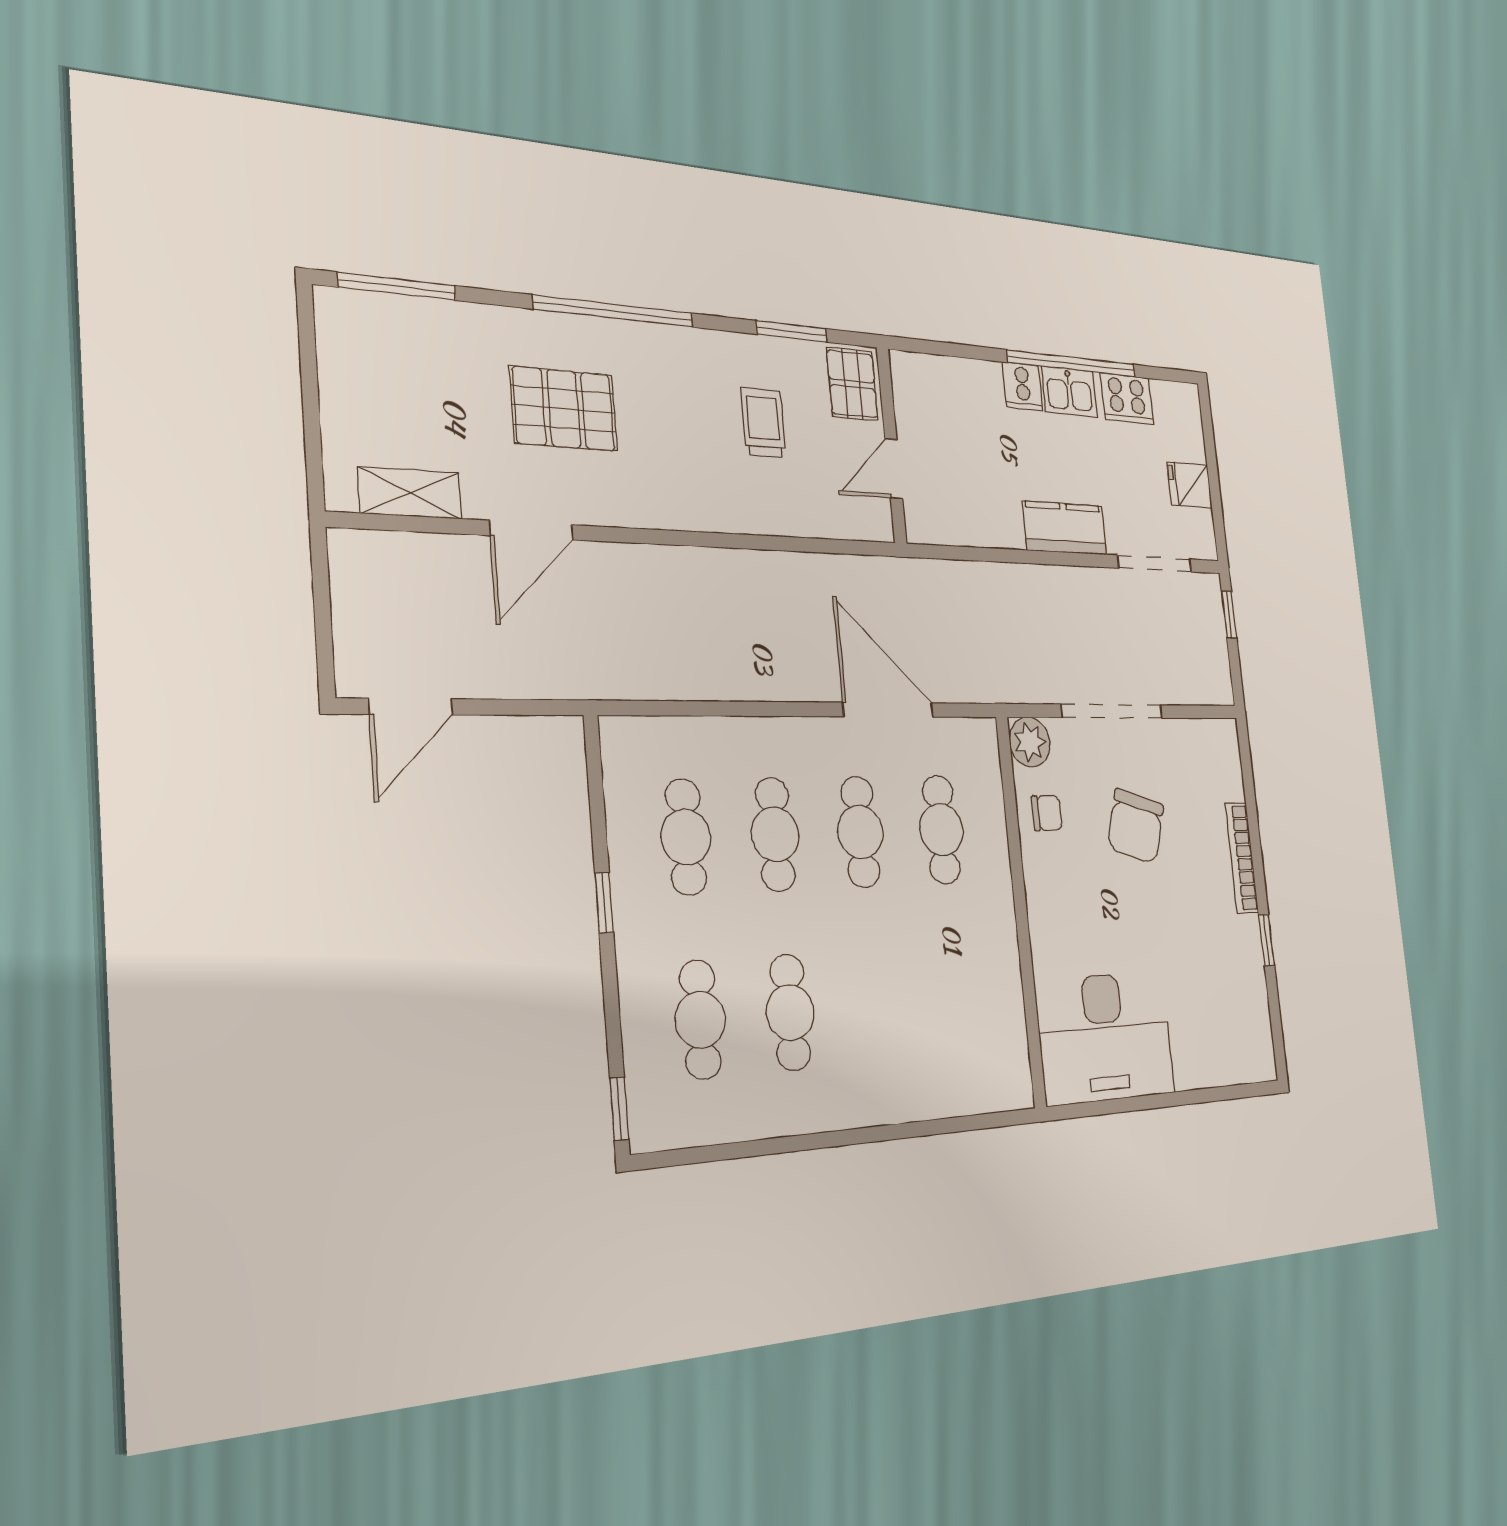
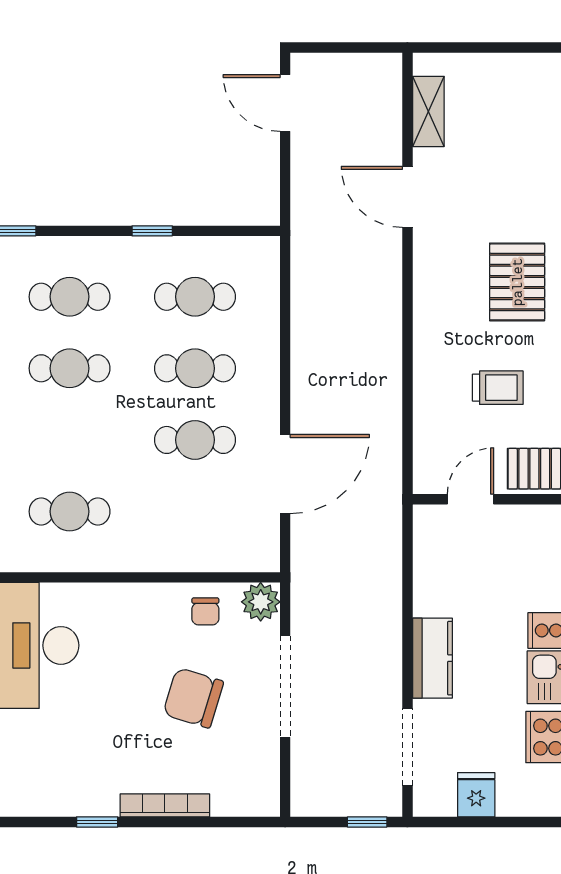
pallet: (564, 409) -> (517, 282), moved
door: (894, 469) -> (471, 499), hinge flipped
cafe table: (941, 830) -> (70, 512), moved

